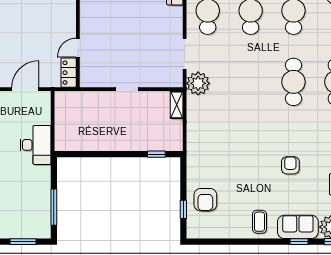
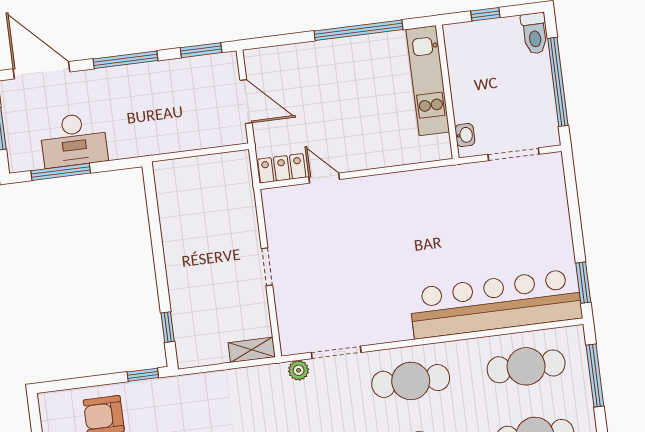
plant: (198, 83) -> (299, 370), width x0.53, depth x0.53
desk: (36, 145) -> (74, 140), moved
window: (183, 209) -> (143, 375), moved

